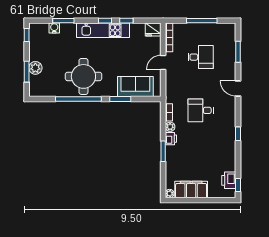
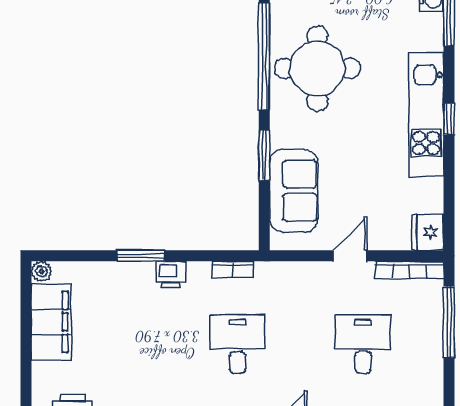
window: (126, 21) -> (449, 169), removed
window: (202, 21) -> (449, 322), moved
desk: (201, 57) -> (363, 344), turned 180
door: (163, 62) -> (350, 256), hinge flipped
plant: (170, 127) -> (199, 272), removed

